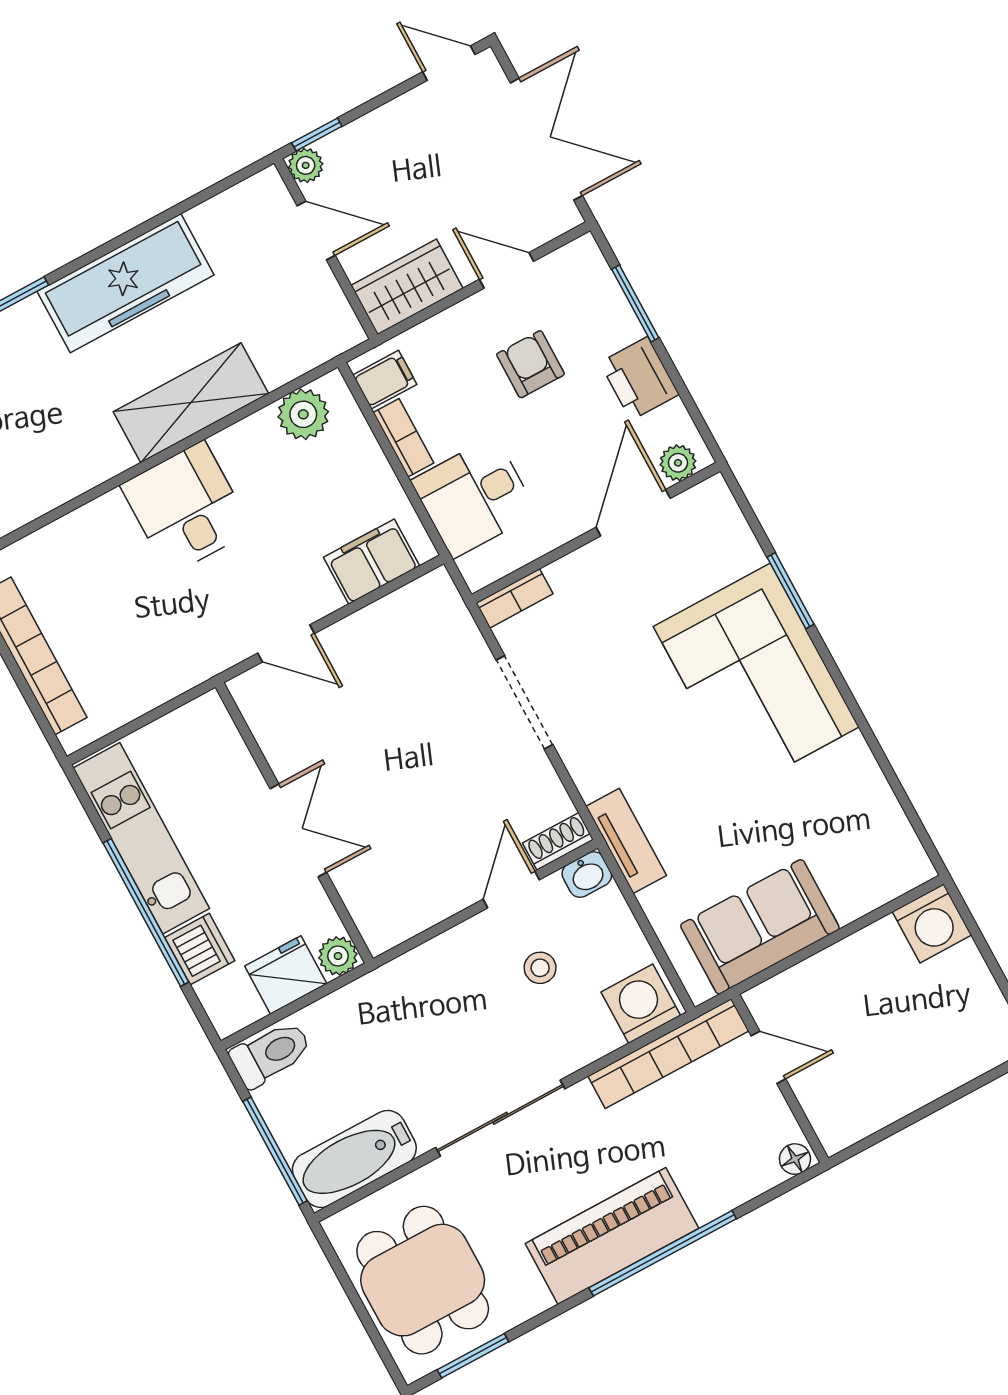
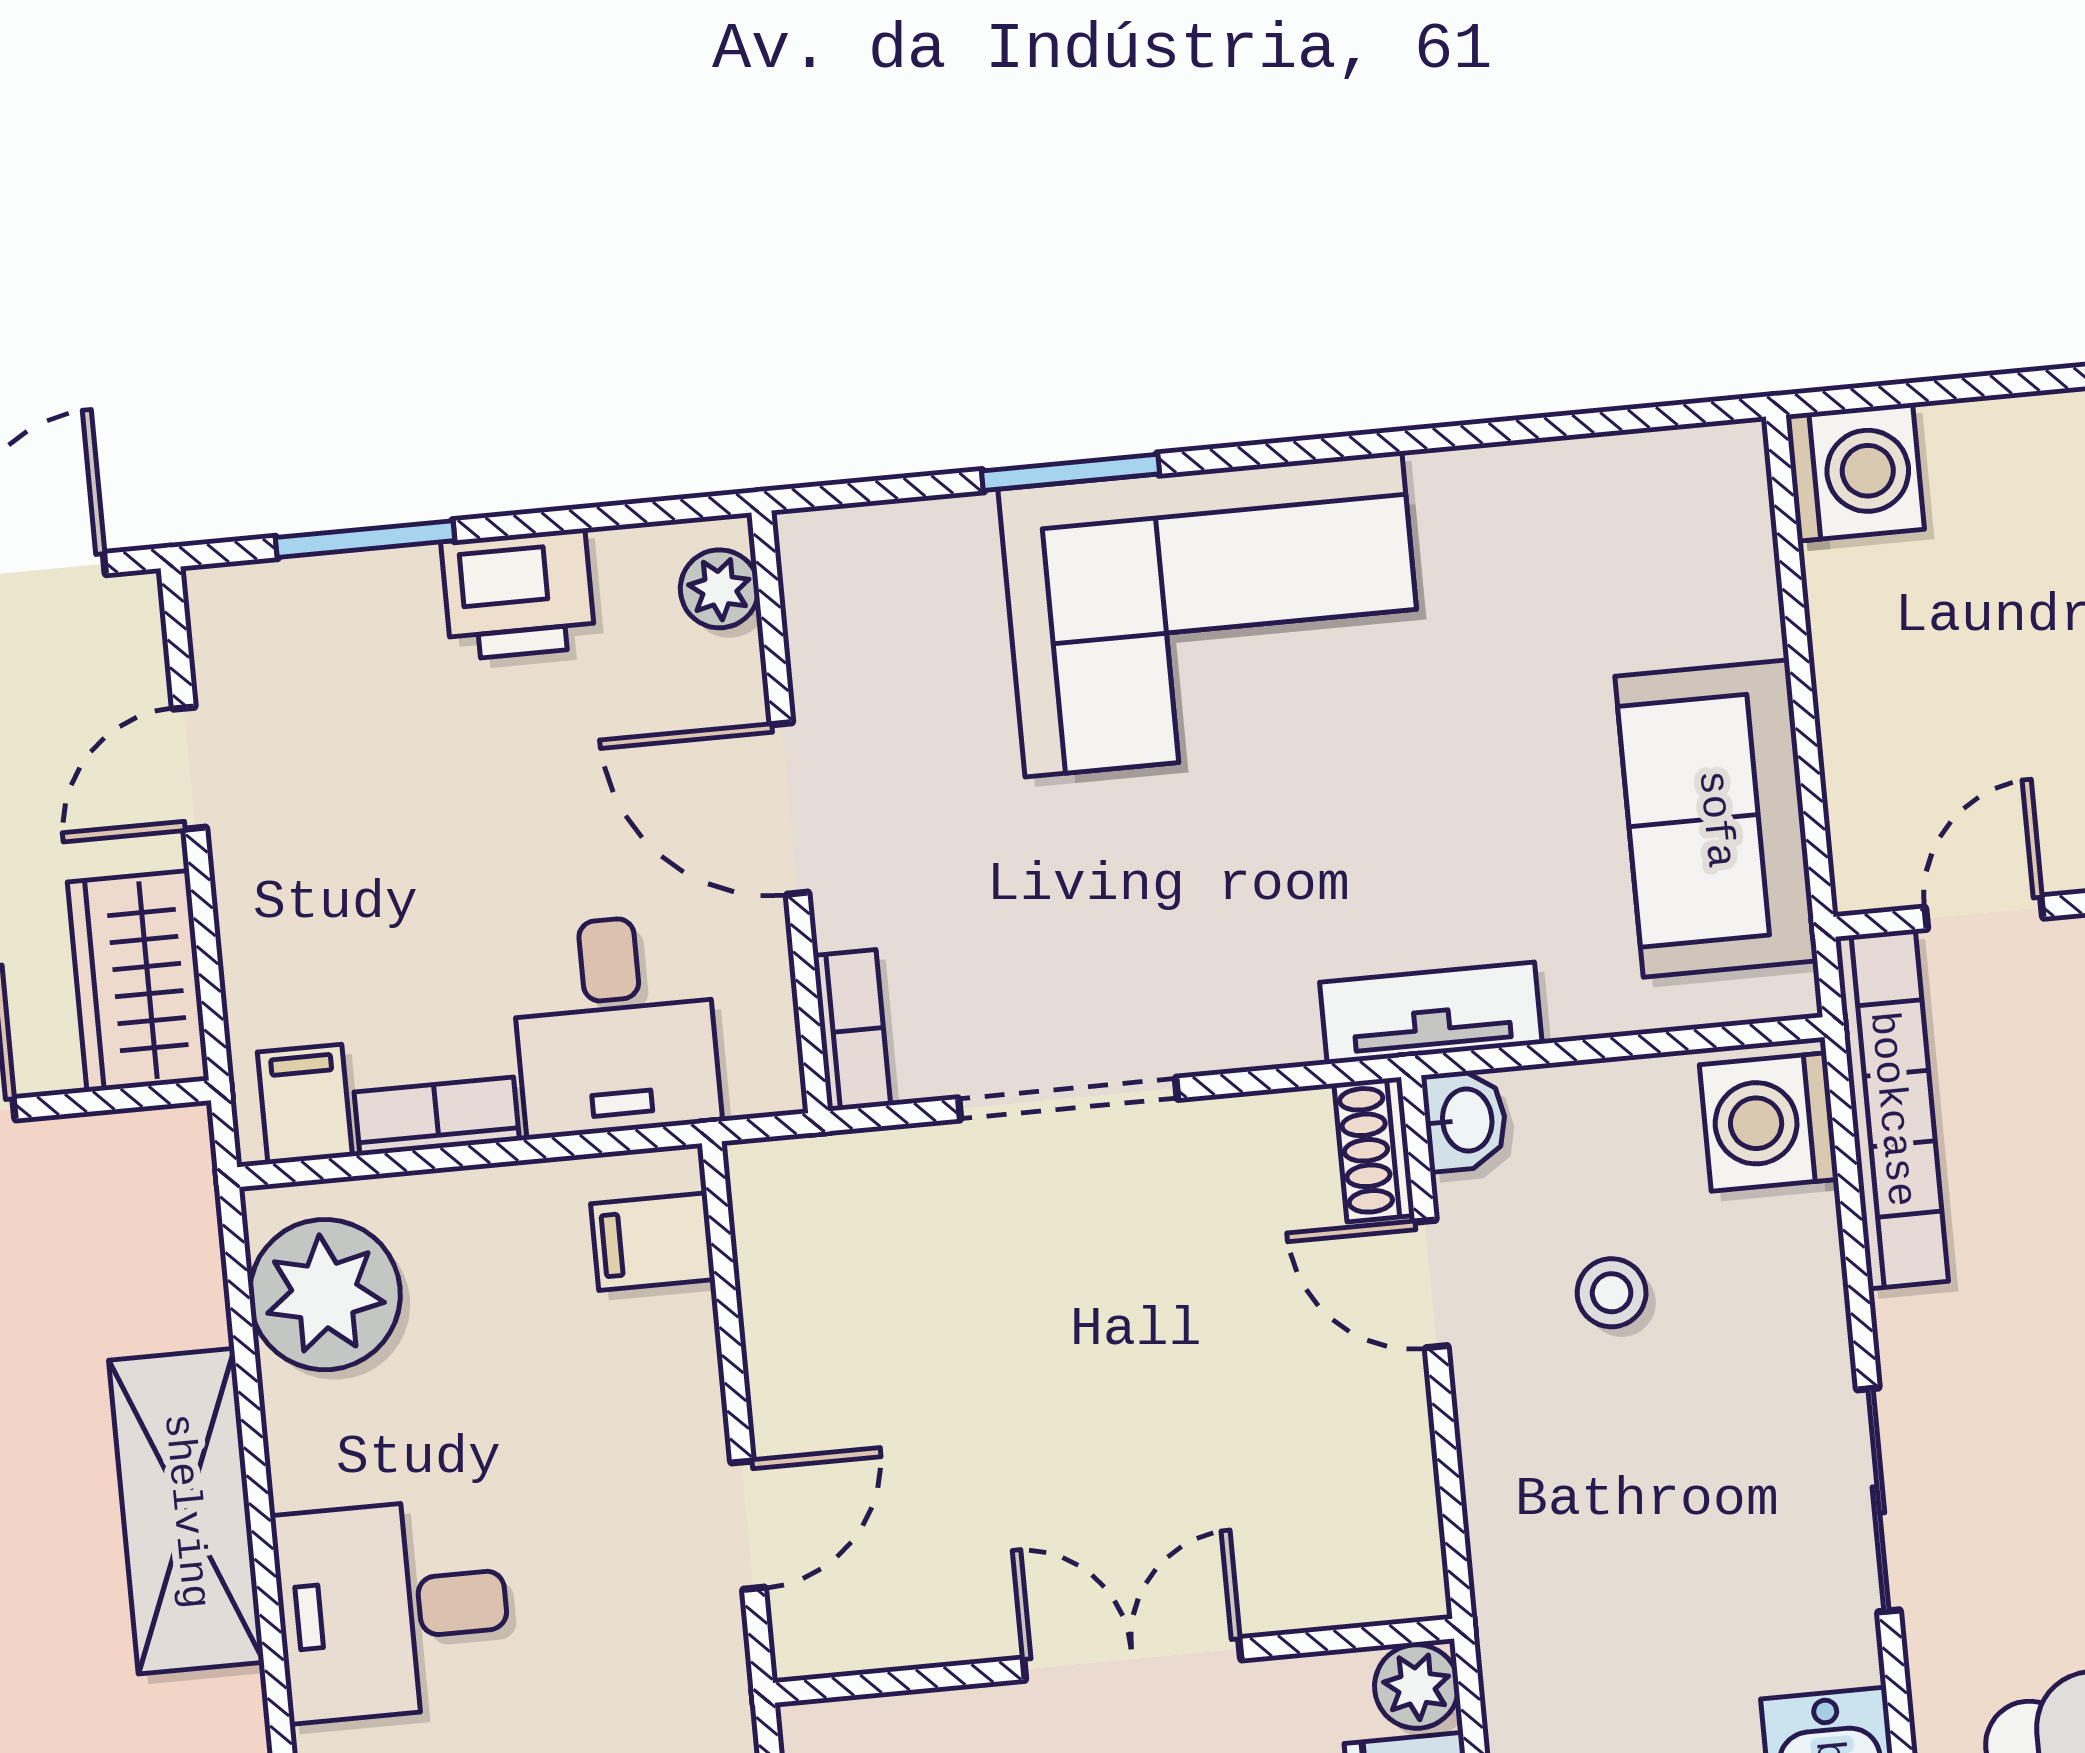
armchair: (530, 364) -> (397, 800), removed
plant: (303, 414) -> (325, 1295), width x1.36, depth x1.36
door: (633, 513) -> (790, 809), moved
filing cabinet: (371, 562) -> (653, 1242), width x0.50
sliding door: (500, 1118) -> (1878, 1500), width x0.73

